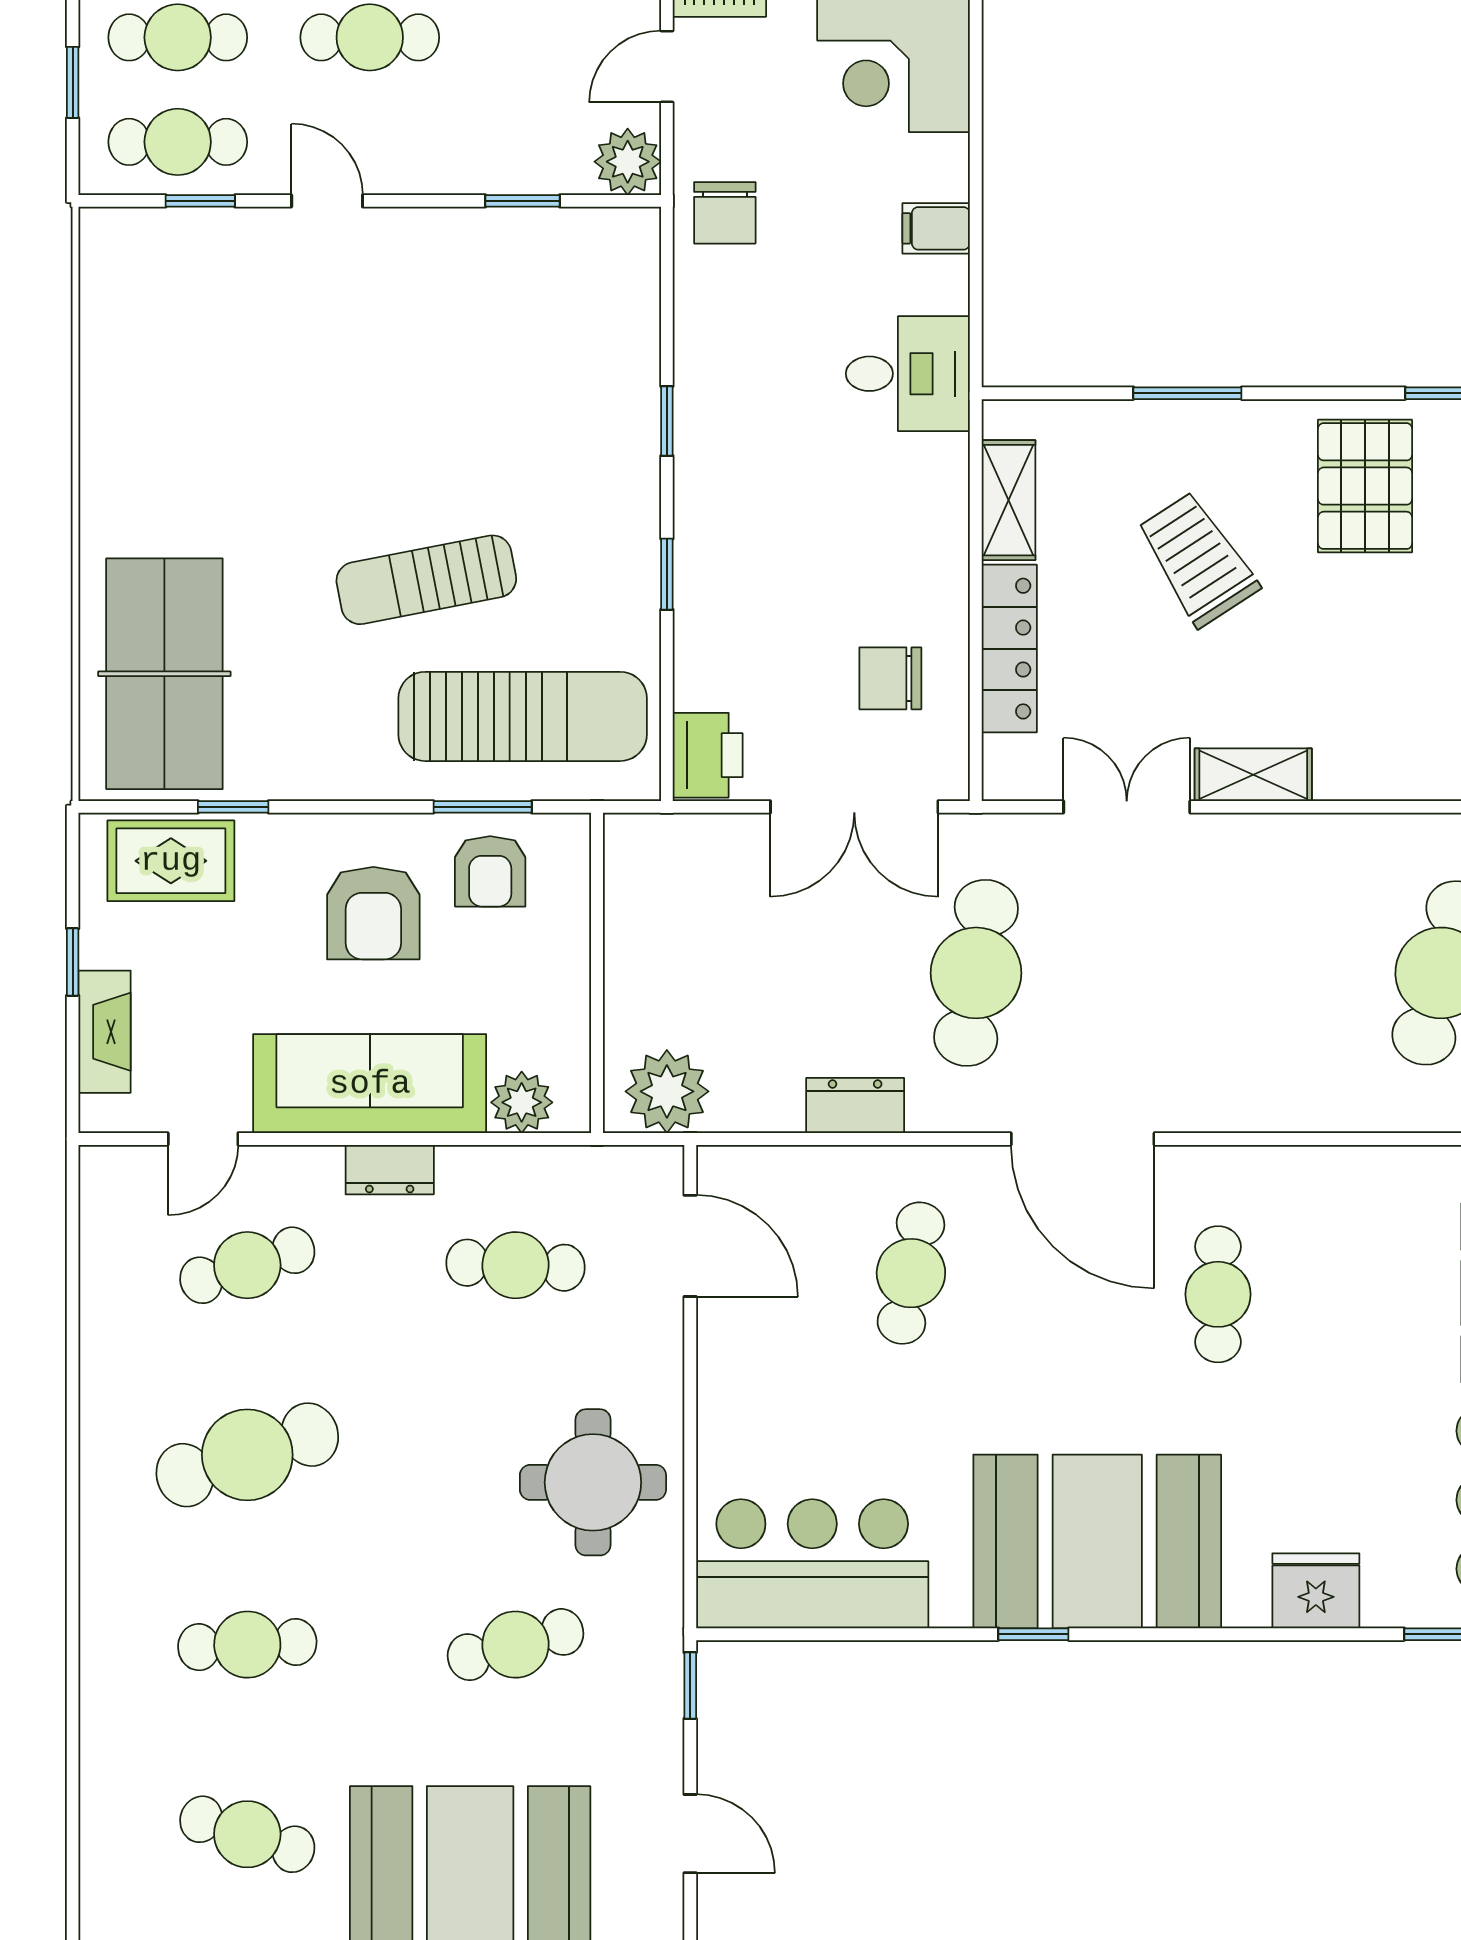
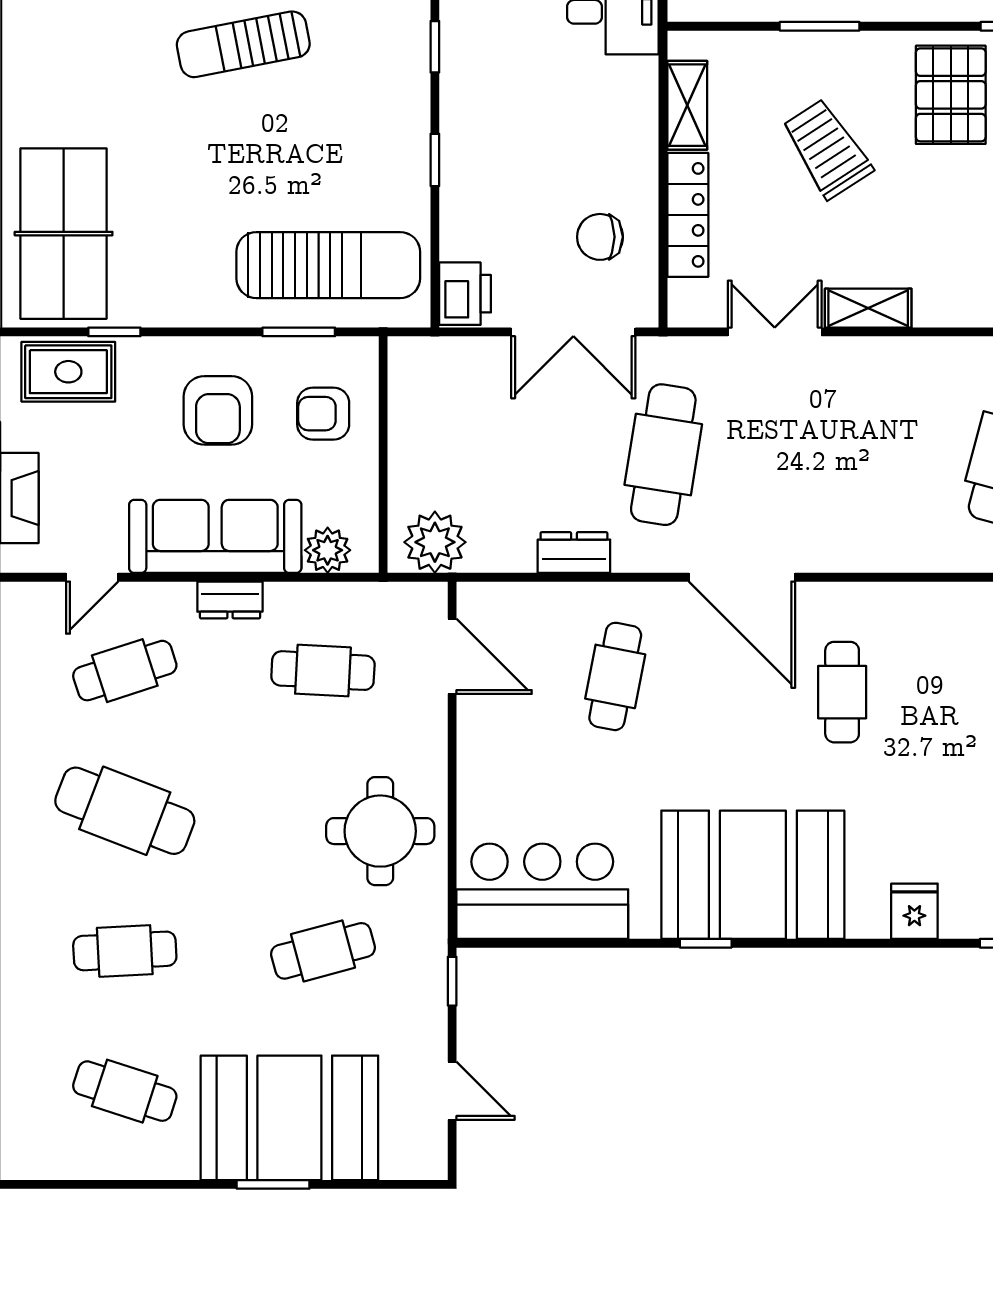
sun lounger: (426, 580) -> (243, 44), moved
armchair: (490, 871) -> (323, 414), moved, turned 90
cafe table: (247, 1455) -> (125, 811), turned 39
fridge: (1316, 1591) -> (914, 911), width x0.72

